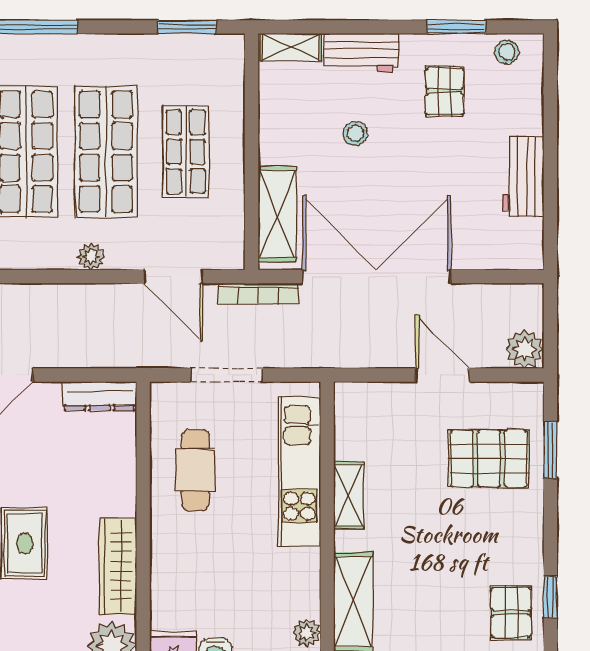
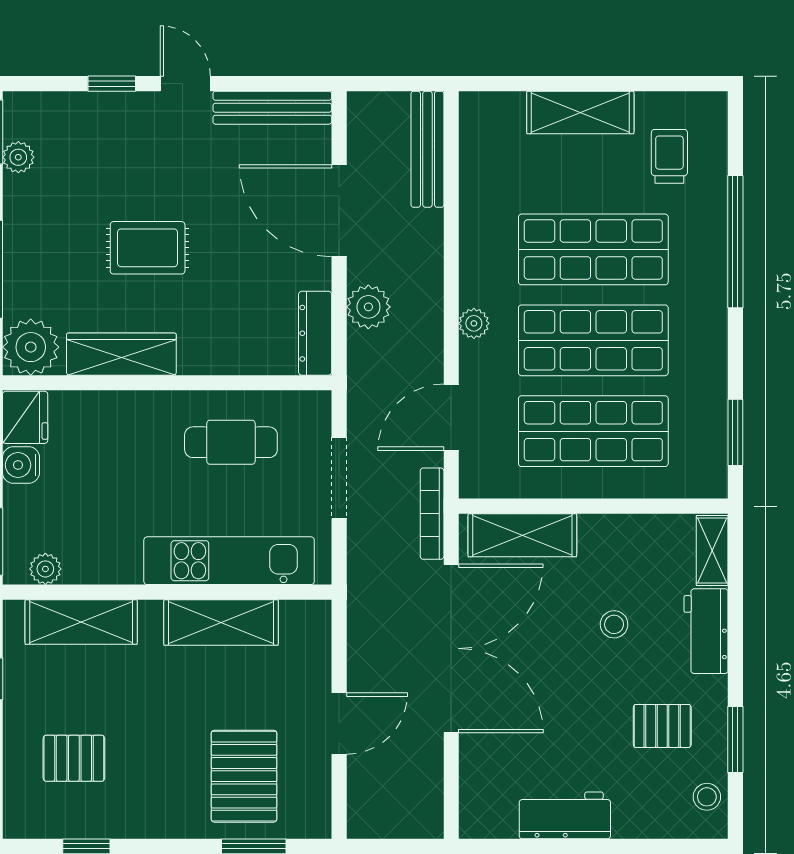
shop shelf: (186, 152) -> (593, 431), width x1.43, depth x1.36
plant: (525, 349) -> (368, 307), moved
shelving: (349, 495) -> (221, 622), width x1.50, depth x1.33
pallet: (511, 613) -> (74, 758), moved

